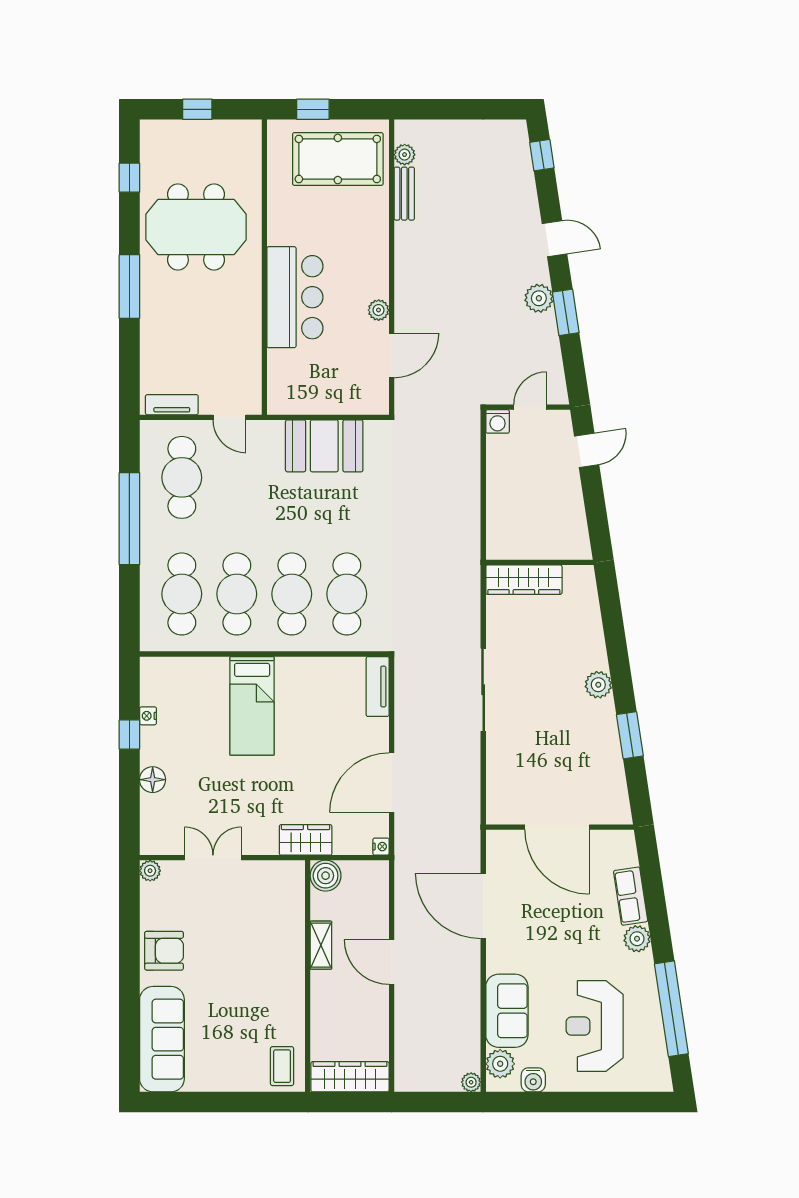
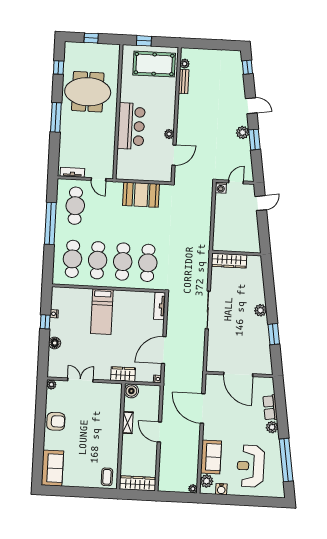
sofa: (162, 1039) -> (52, 468), width x0.73

